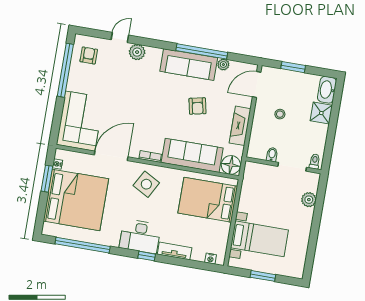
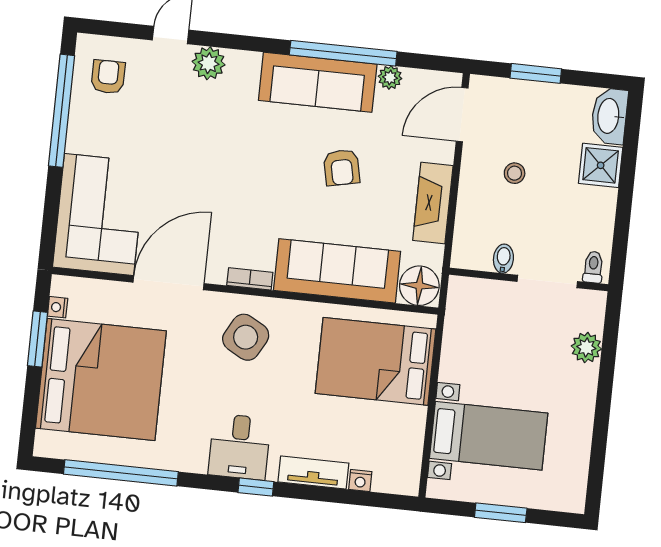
desk: (140, 236) -> (239, 447), width x0.73
nightstand: (211, 259) -> (360, 480), moved

